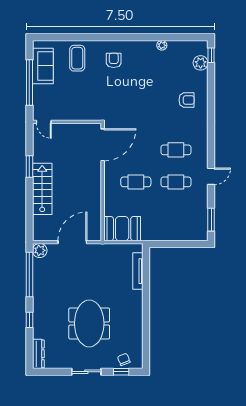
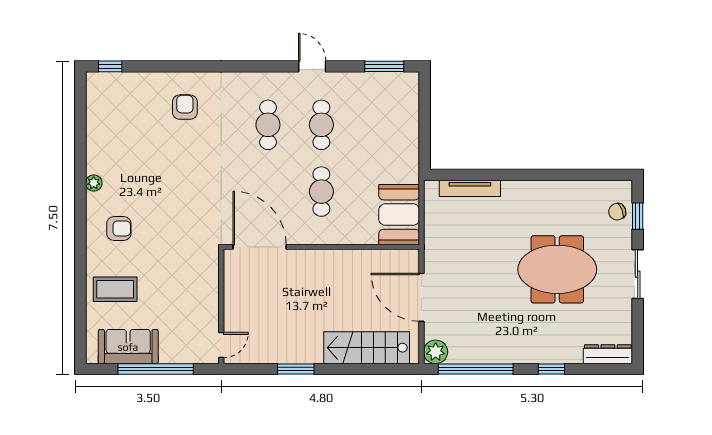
plant: (162, 45) -> (94, 183), moved
armchair: (114, 60) -> (119, 228), turned 180
plant: (201, 63) -> (123, 84), removed
stairs: (42, 189) -> (367, 348), moved

